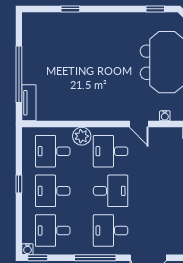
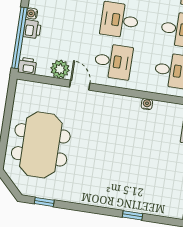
water cooler: (165, 116) -> (147, 104), moved
plant: (82, 136) -> (60, 69), moved

